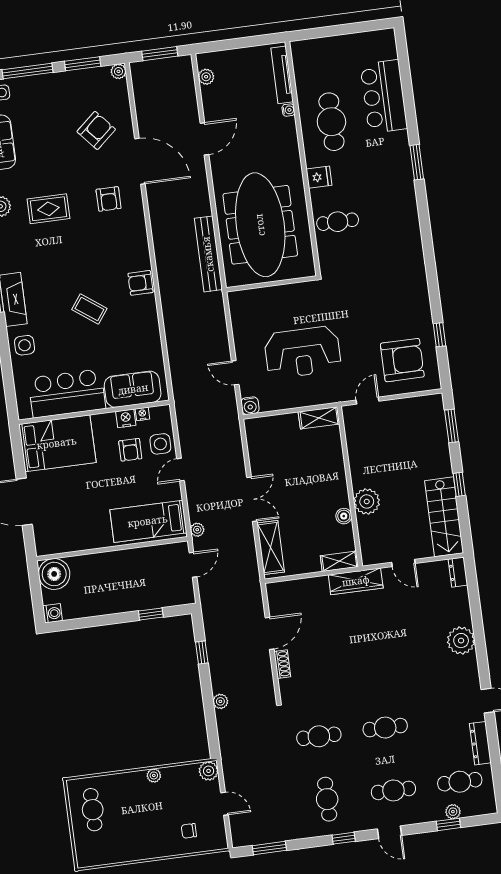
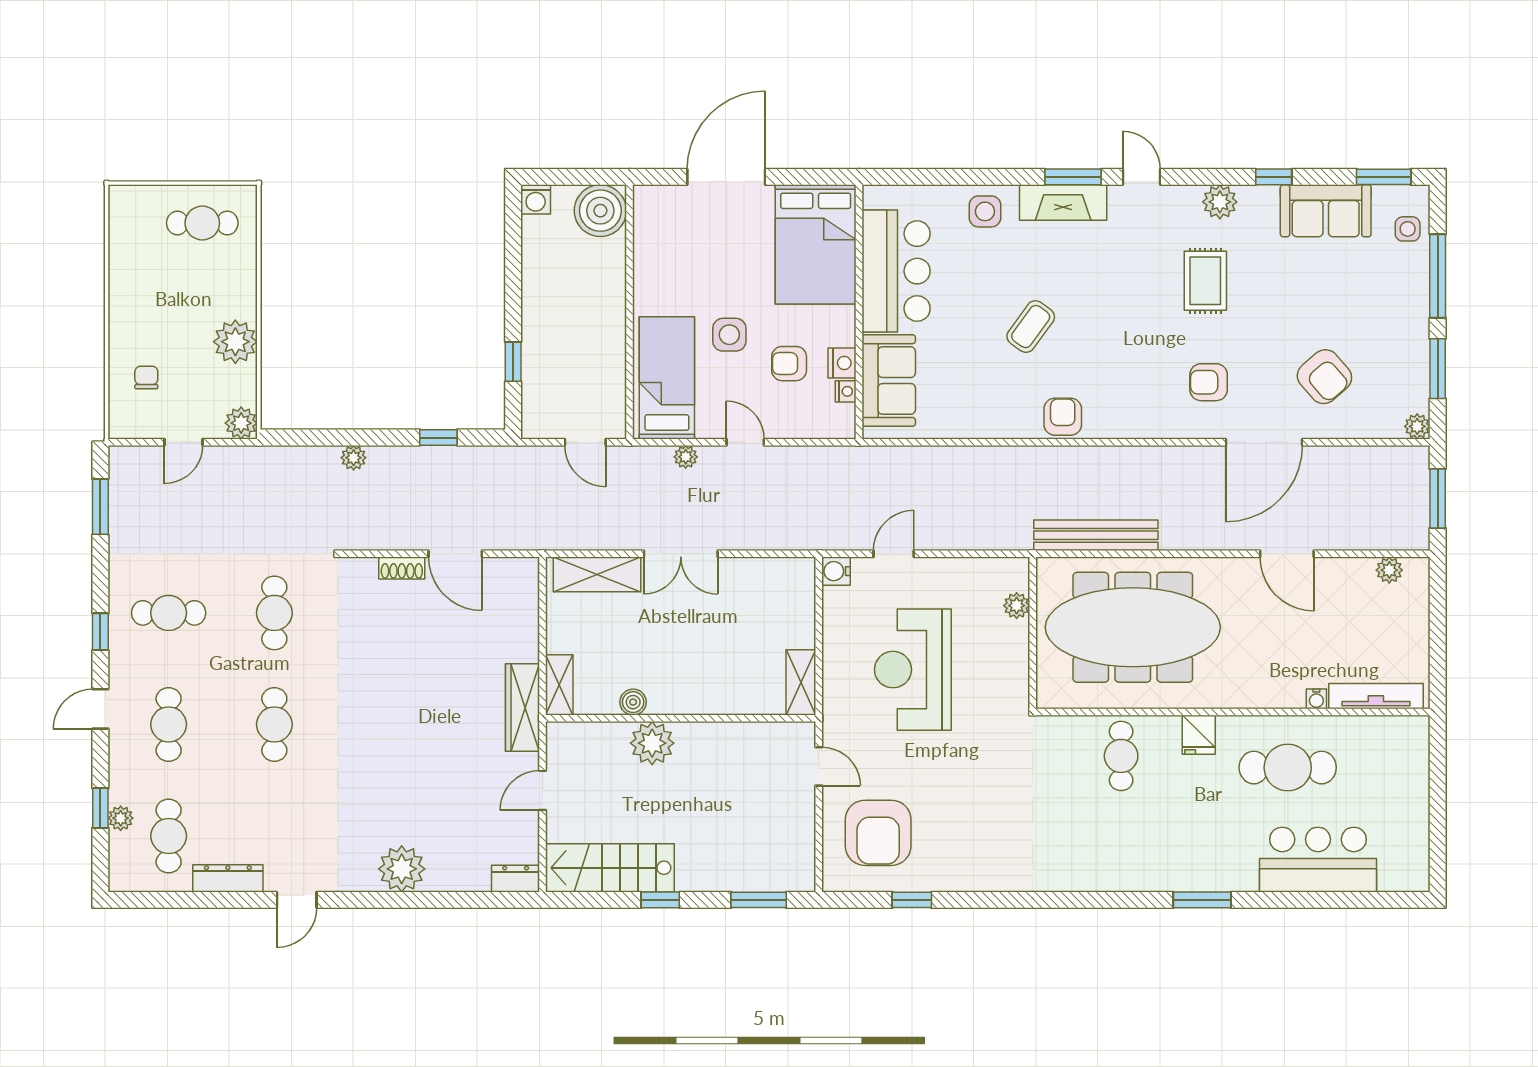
plant: (256, 296) -> (1017, 606), added
side table: (160, 444) -> (729, 335), moved
plant: (197, 530) -> (686, 457), moved
plant: (154, 775) -> (235, 342), width x1.88, depth x1.88

